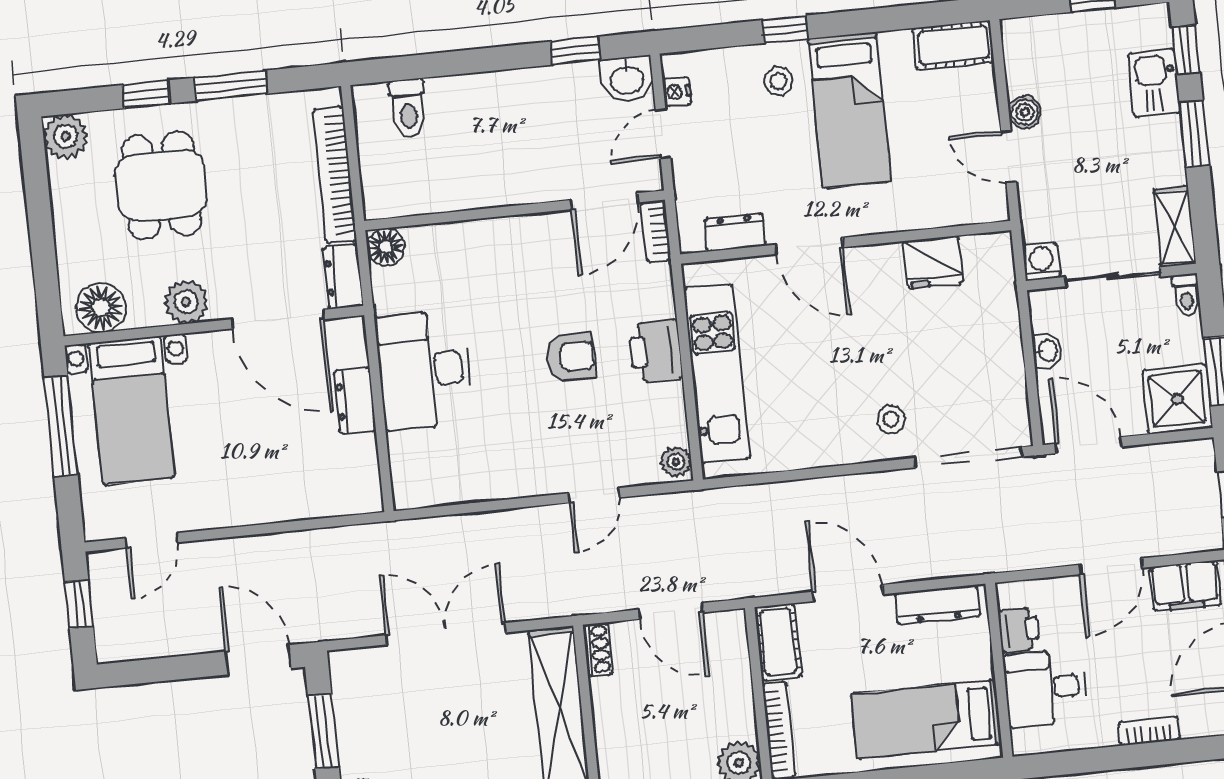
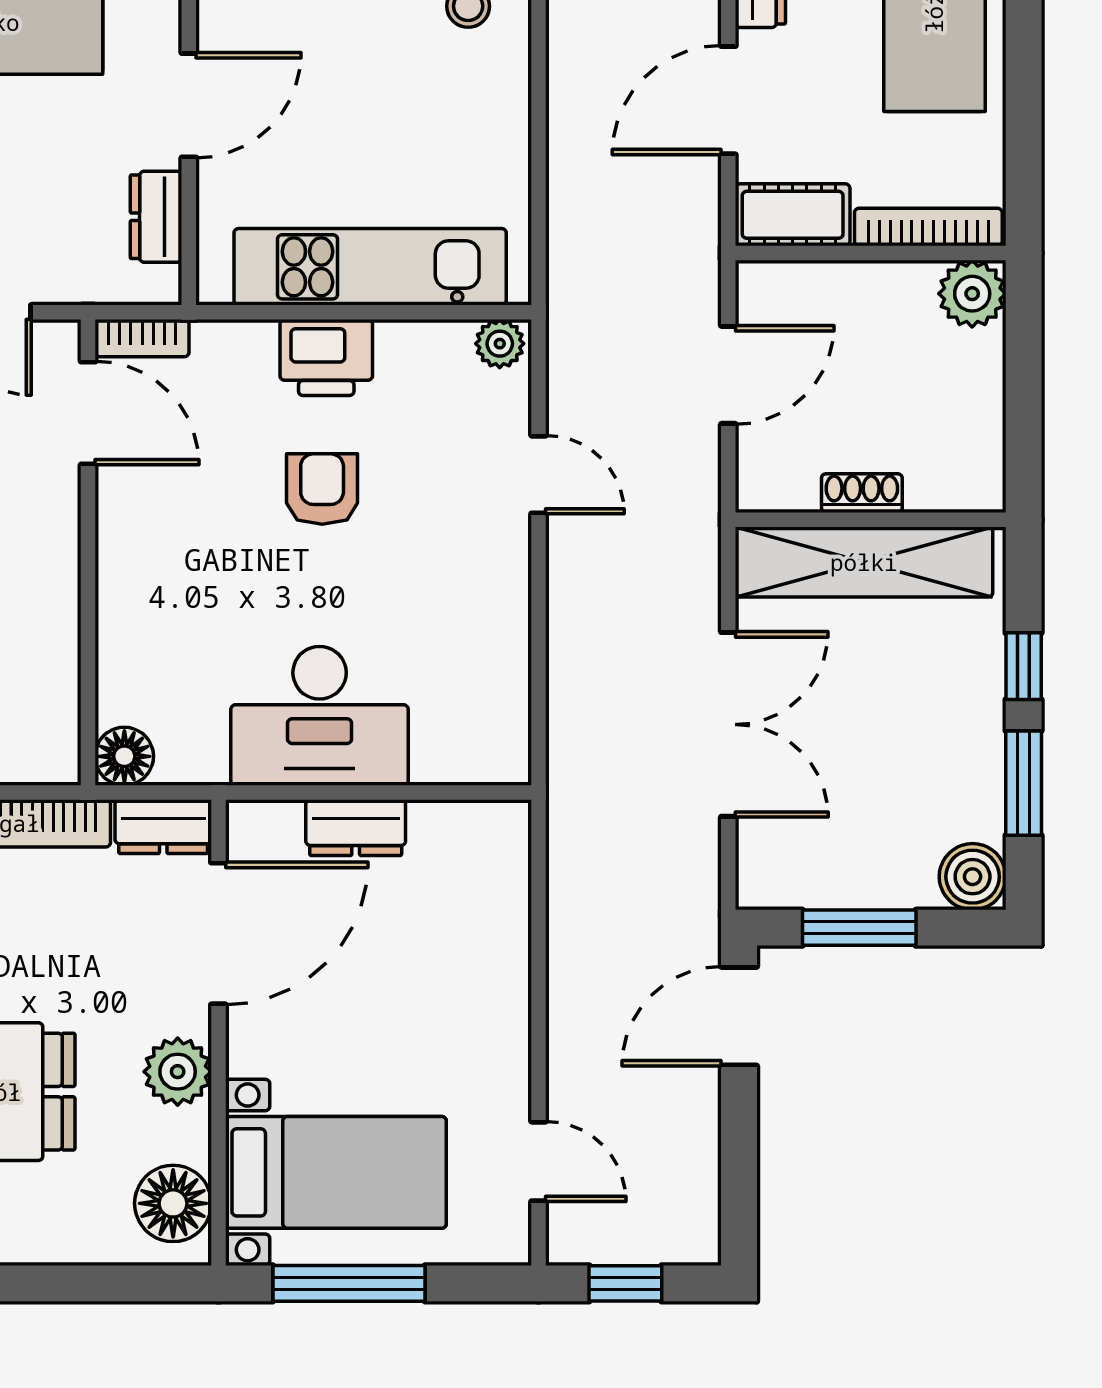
double door: (446, 634) -> (728, 724), swing flipped
shoe rack: (598, 649) -> (862, 493), moved

